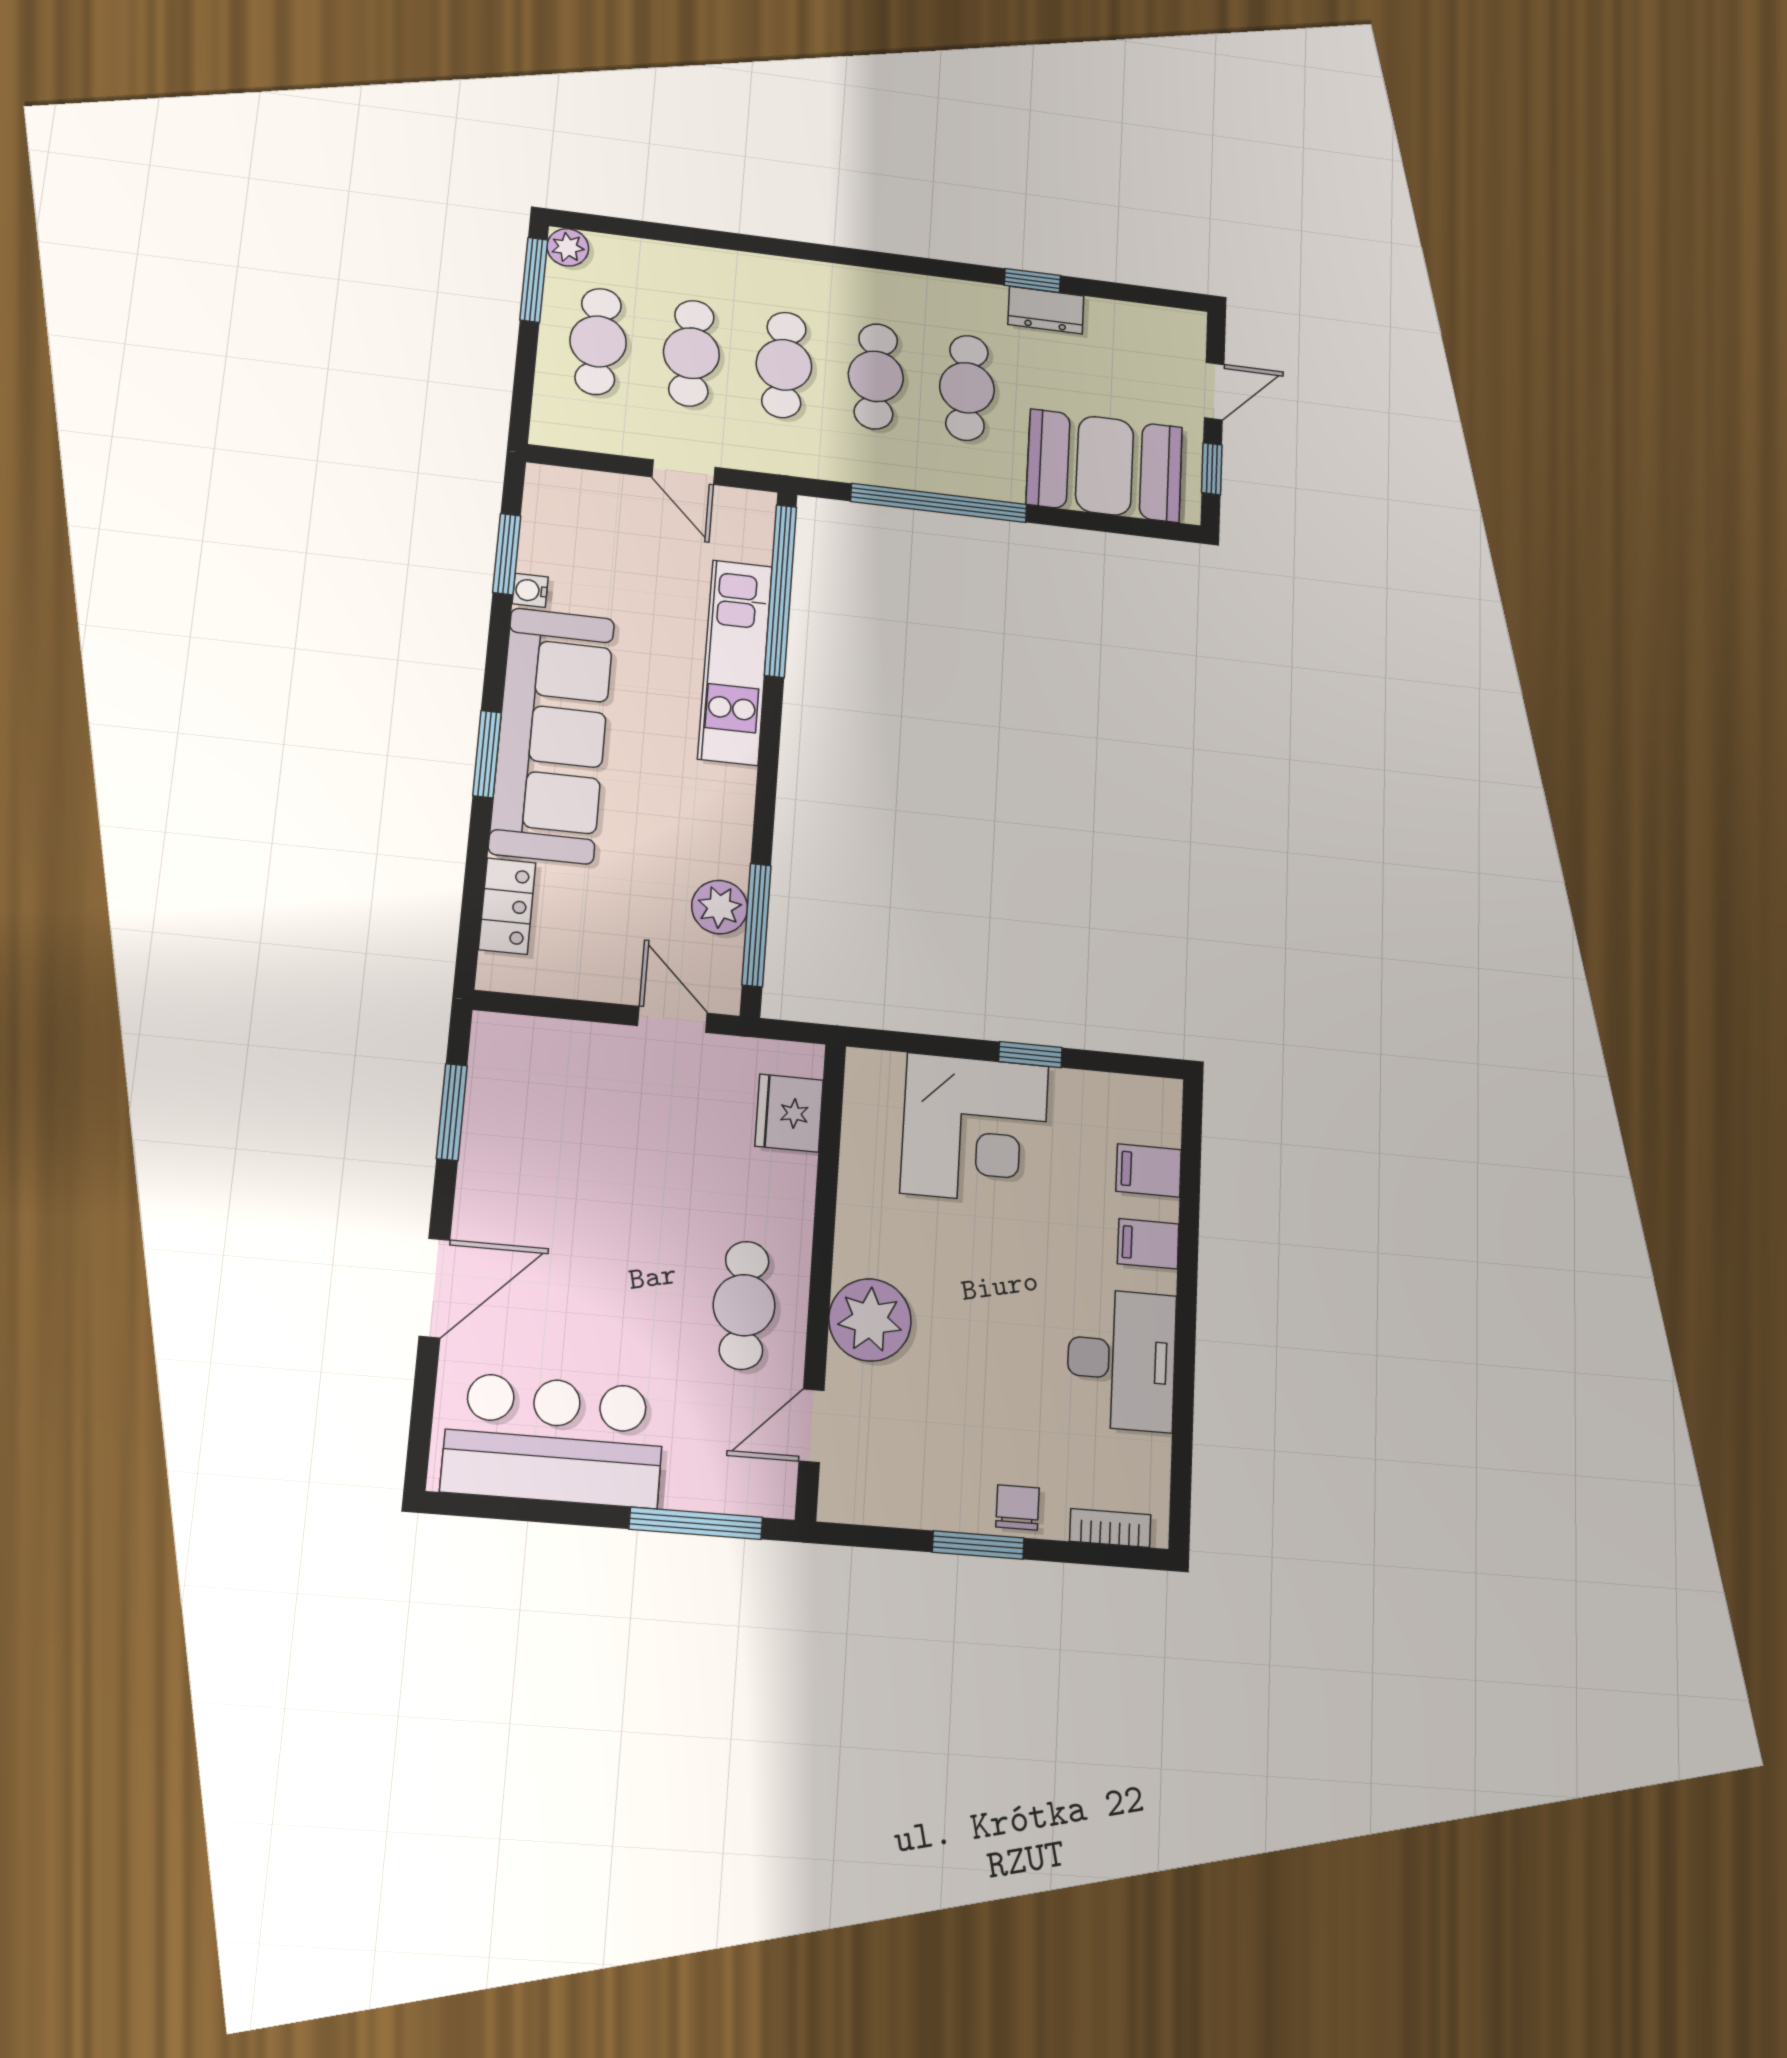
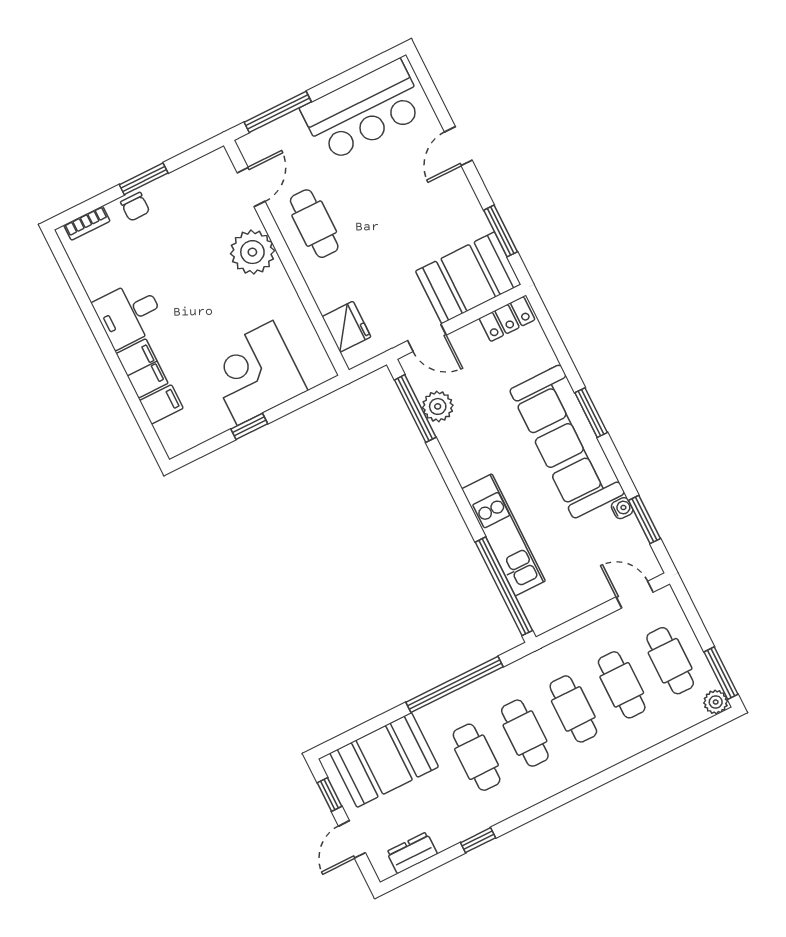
dresser: (1046, 310) -> (412, 853), moved
door: (683, 472) -> (635, 595), moved
locker: (507, 906) -> (507, 319), moved, turned -90
booth: (550, 1071) -> (468, 278), added
filing cabinet: (1148, 1244) -> (142, 368), width x2.00
door: (434, 1288) -> (458, 146), width x0.73
desk: (1121, 1360) -> (129, 314), width x0.73

